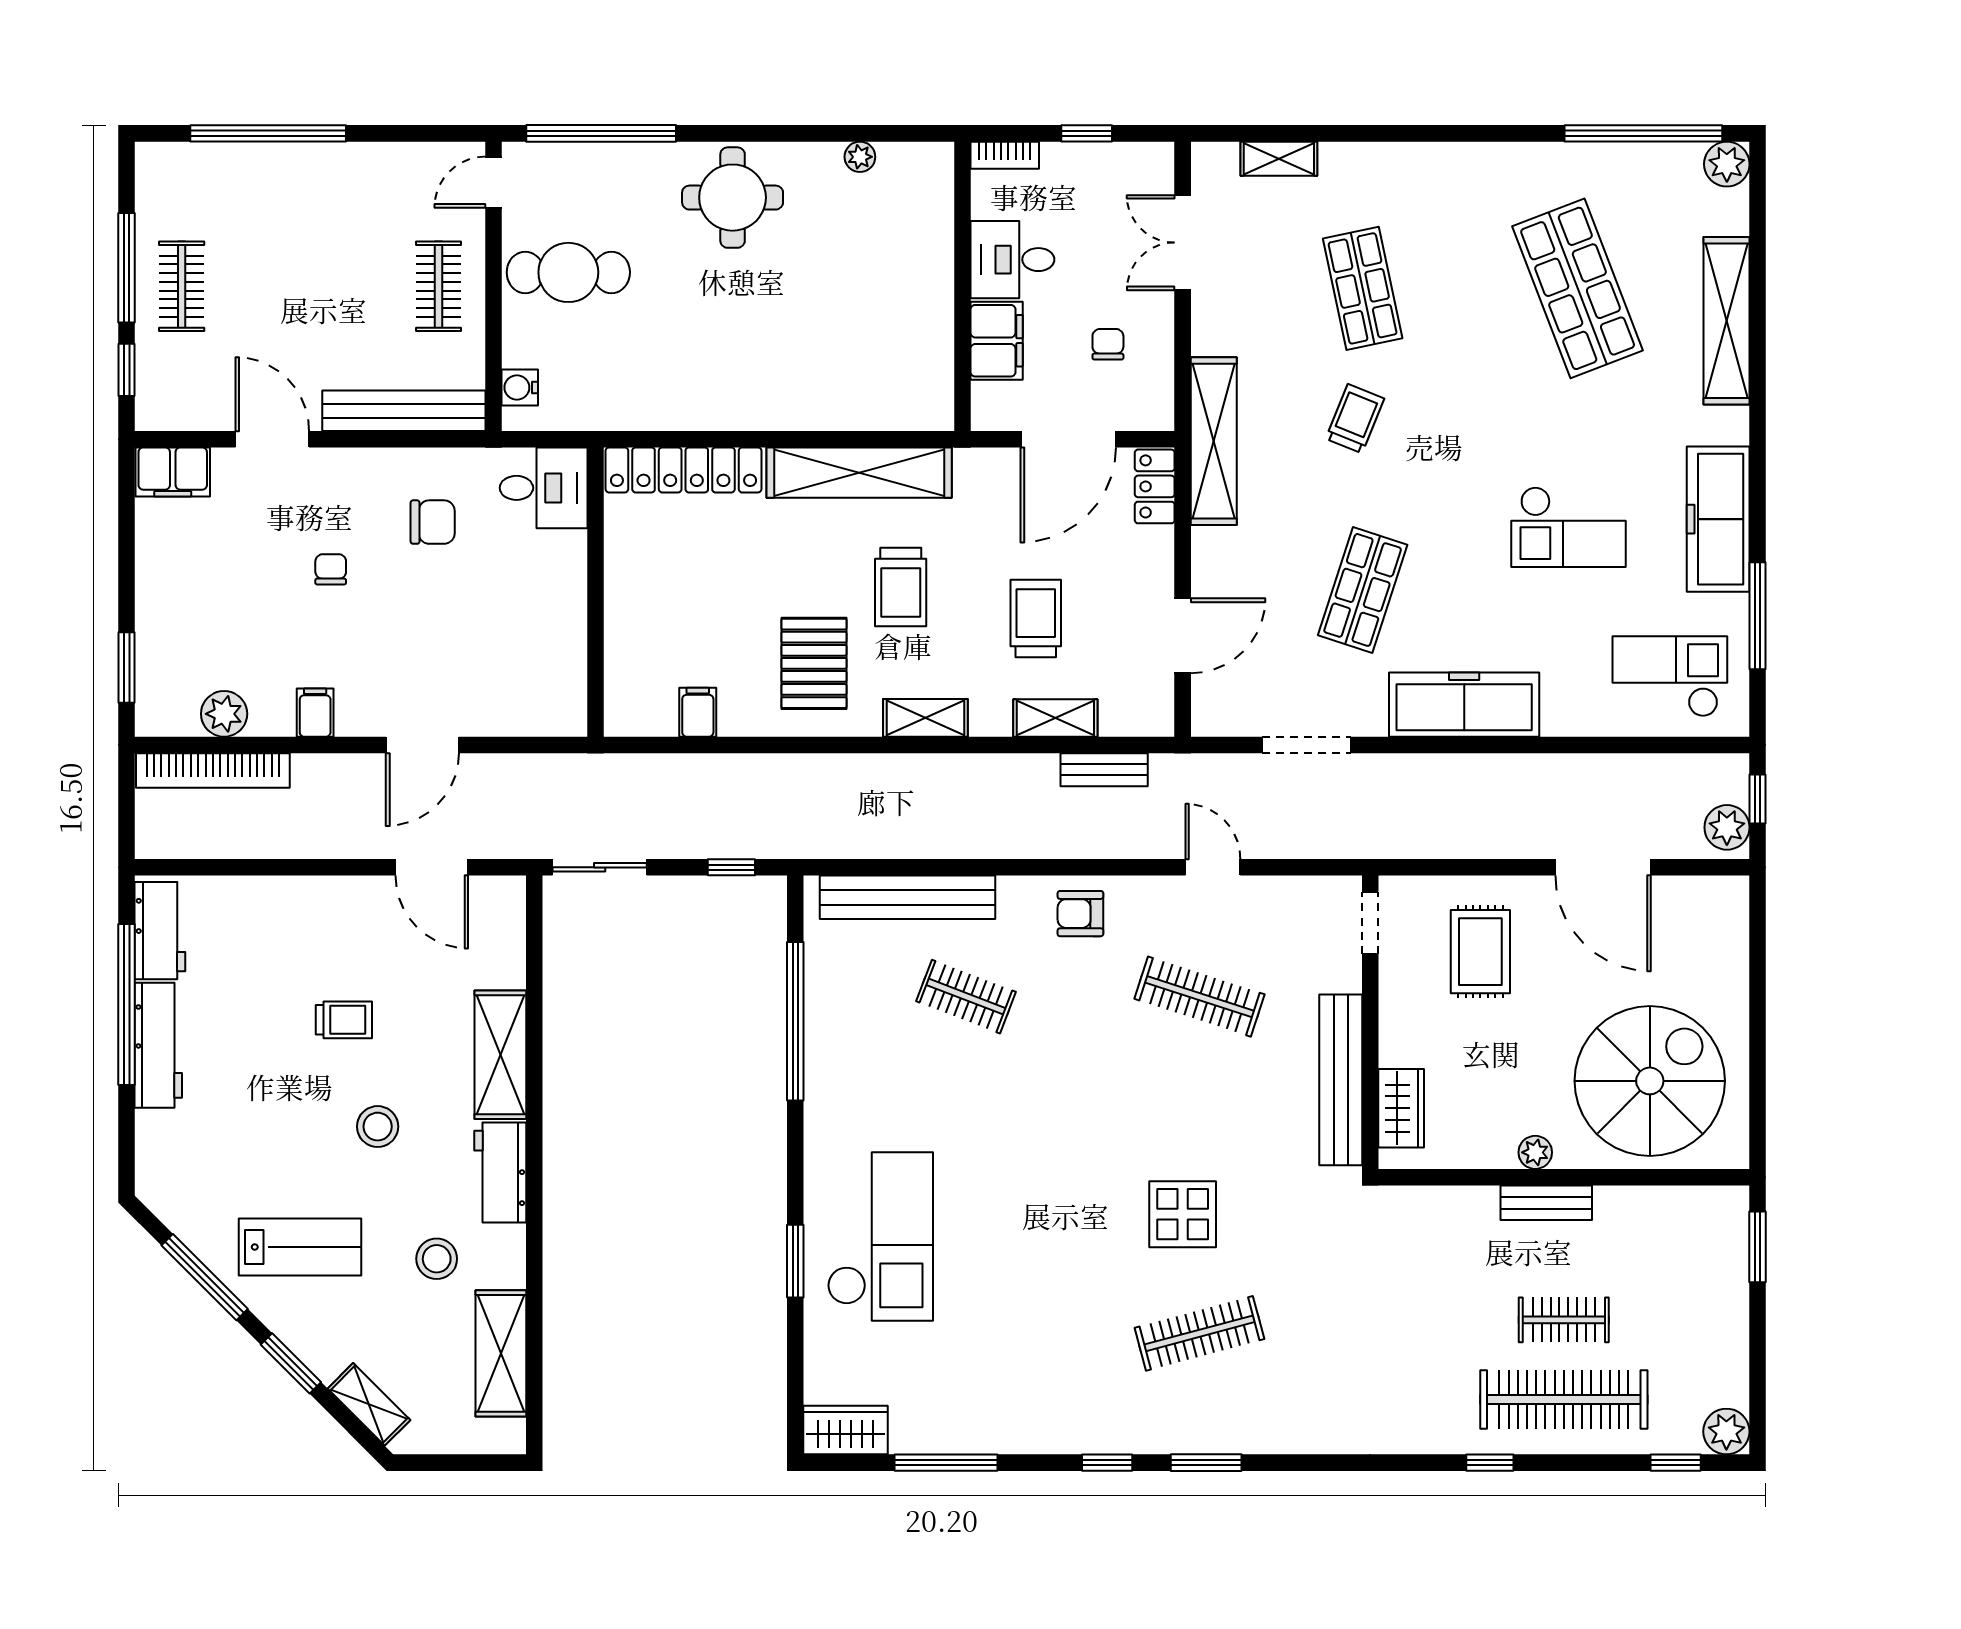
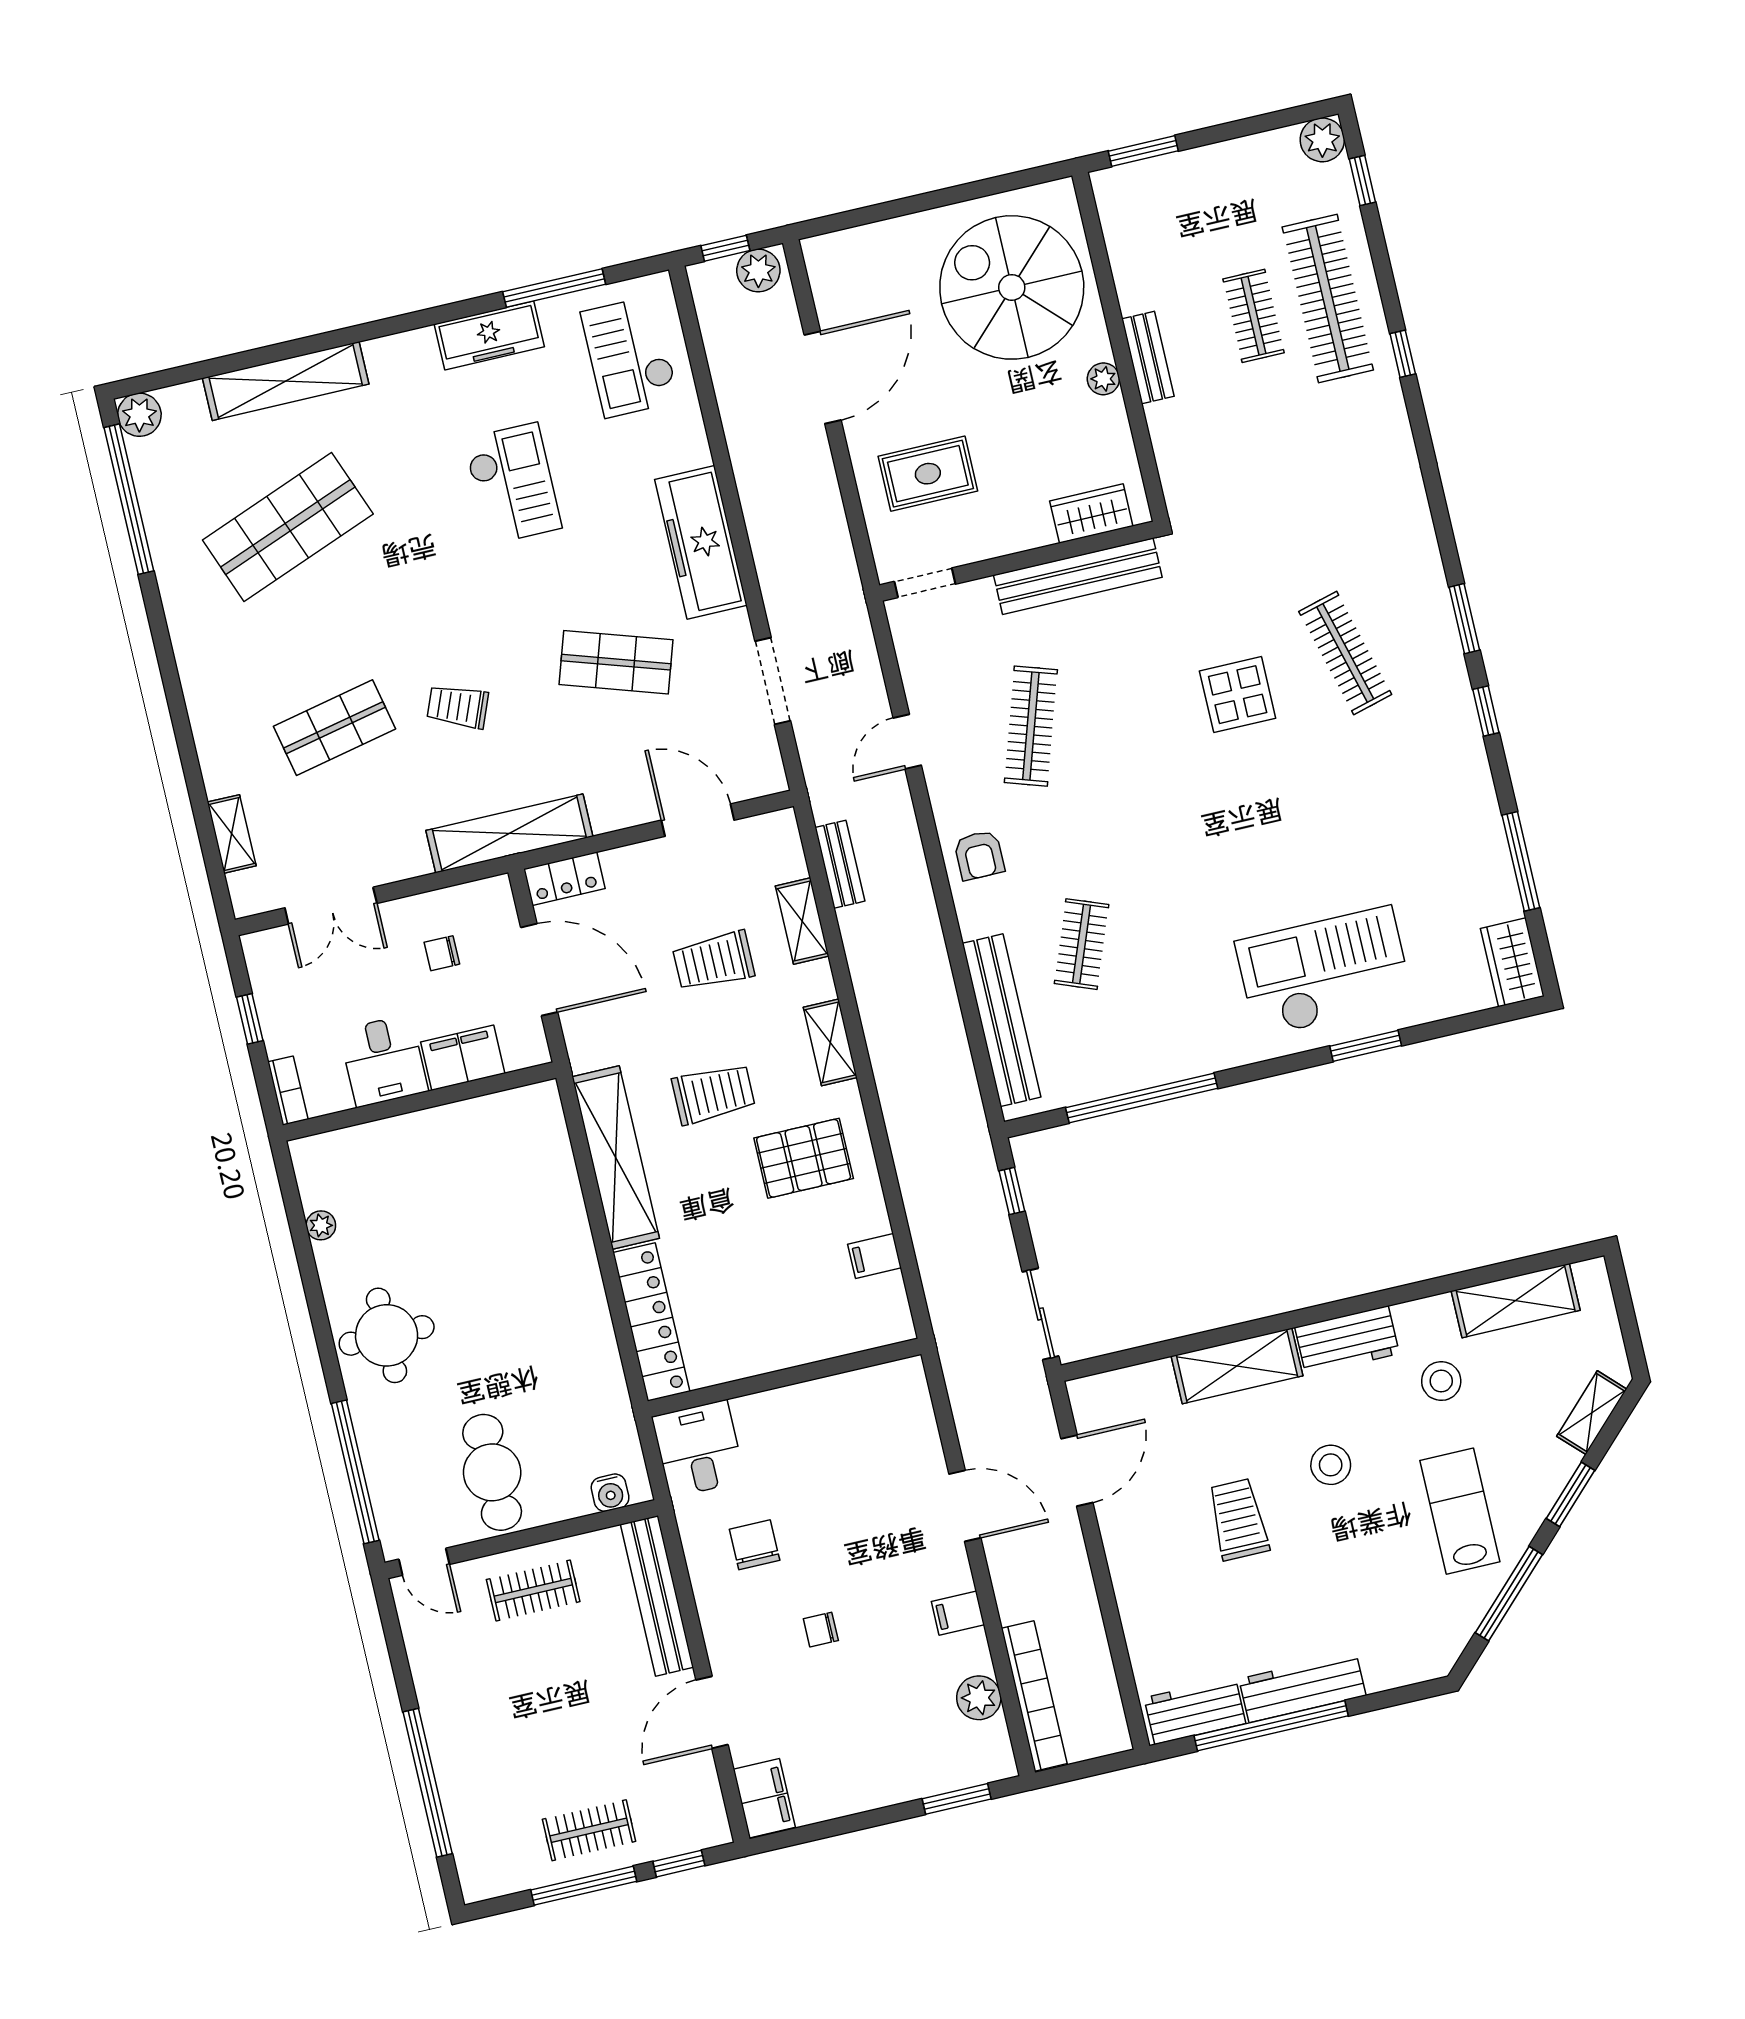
freezer: (1718, 519) -> (489, 335), width x0.73, depth x0.79
trolley: (344, 1020) -> (1238, 1520), width x1.36, depth x1.39

